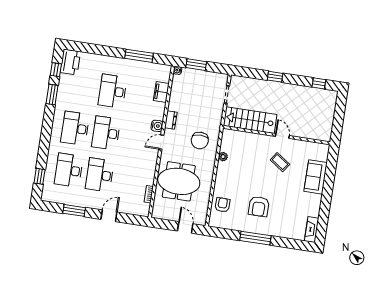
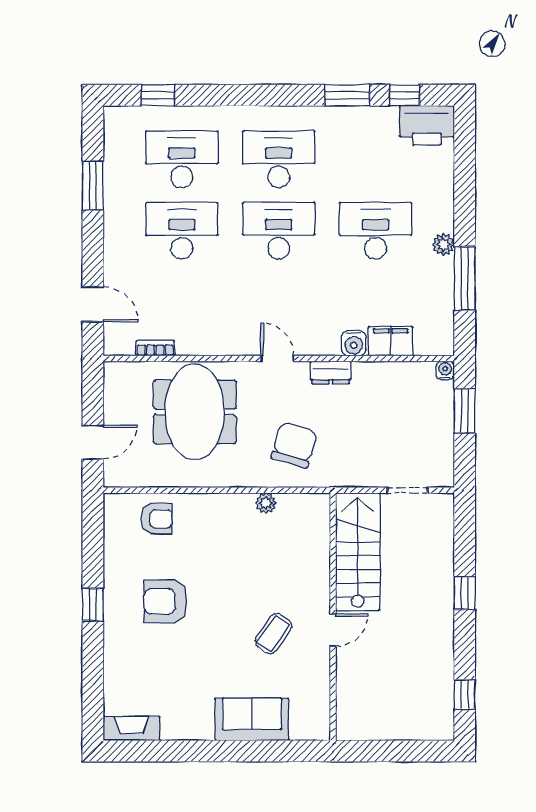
plant: (123, 63) -> (443, 244), added
water cooler: (157, 126) -> (354, 343), moved
chair: (200, 141) -> (294, 445), turned 107
door: (109, 216) -> (93, 304), moved
window: (255, 238) -> (93, 605), width x0.46

